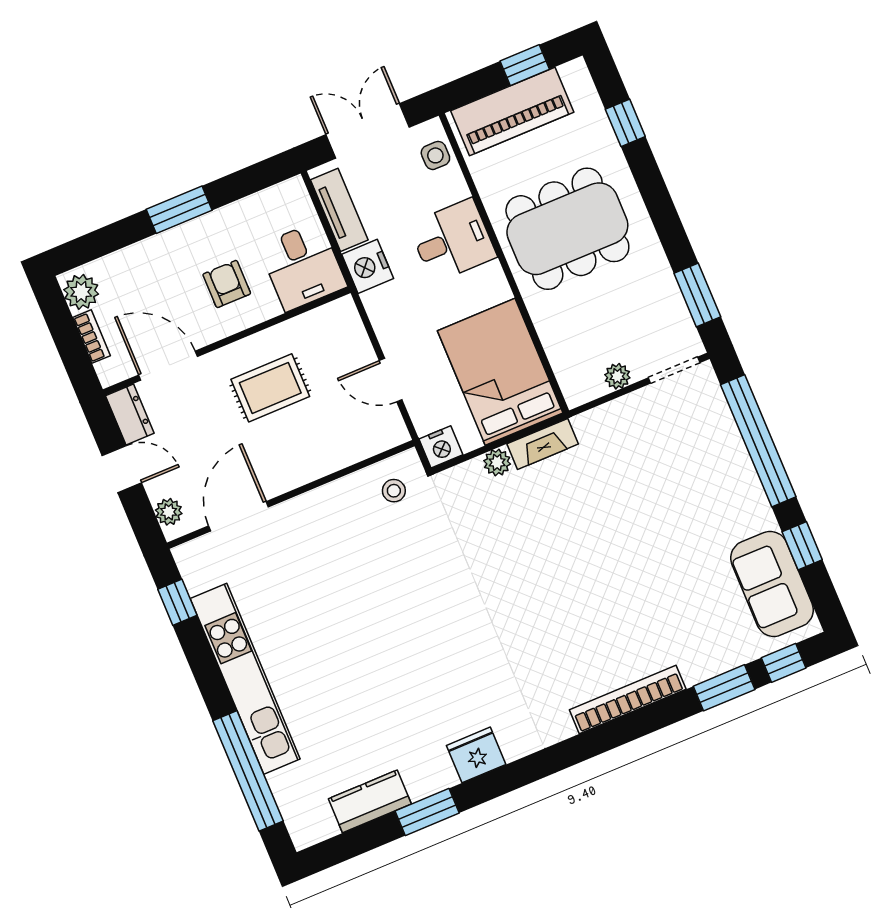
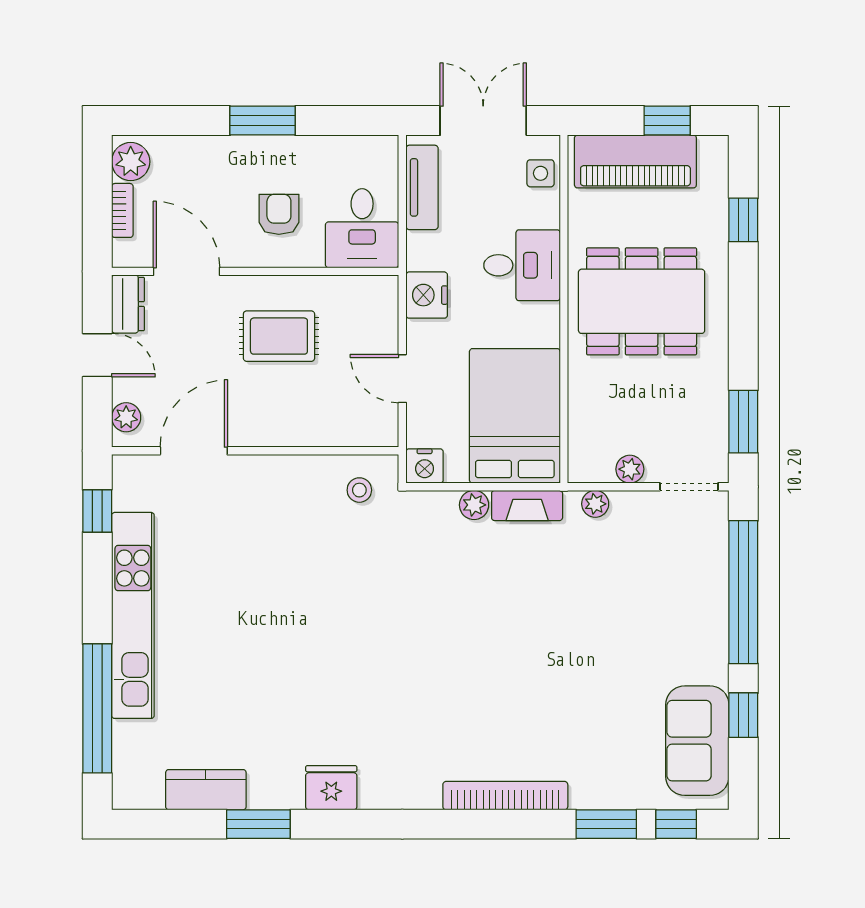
nightstand: (368, 266) -> (427, 295), moved
plant: (600, 418) -> (595, 504), added

